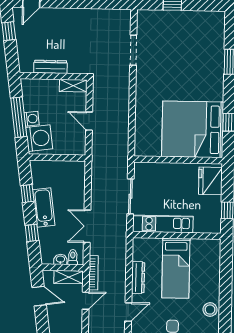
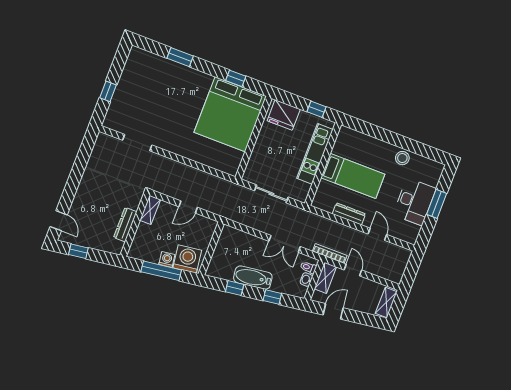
kitchen unit: (163, 224) -> (315, 154), moved

